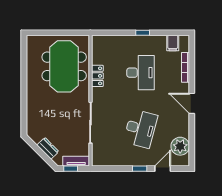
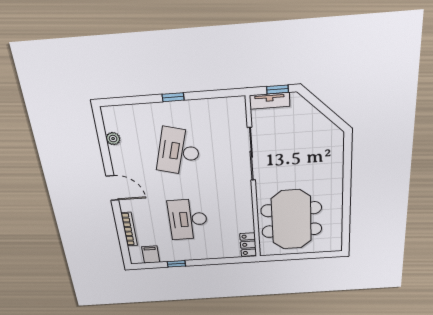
window: (143, 33) -> (176, 264), moved
locker: (97, 76) -> (248, 245), moved
plant: (180, 146) -> (113, 139), width x0.53, depth x0.53
dresser: (48, 148) -> (312, 116), removed
door: (163, 169) -> (139, 100), removed

